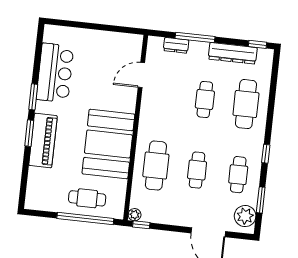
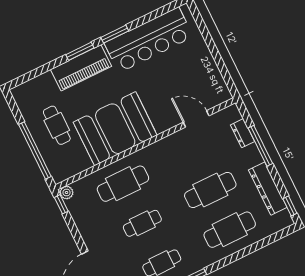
bar counter: (55, 73) -> (149, 40), width x1.36
cafe table: (205, 99) -> (210, 190), width x1.37, depth x1.35
cafe table: (87, 198) -> (57, 125), moved

